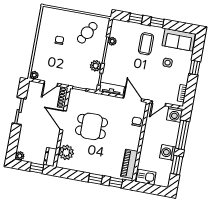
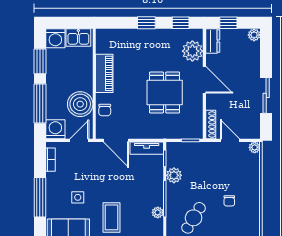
window: (195, 68) -> (40, 197), width x2.17
door: (51, 84) -> (230, 140), hinge flipped
door: (63, 120) -> (204, 80), moved
dining table: (91, 126) -> (165, 92), turned 90
boiler: (154, 129) -> (80, 104), added
washing machine: (168, 152) -> (55, 38), moved, turned 90
piano: (129, 164) -> (104, 73), moved
window: (116, 182) -> (181, 23), moved

